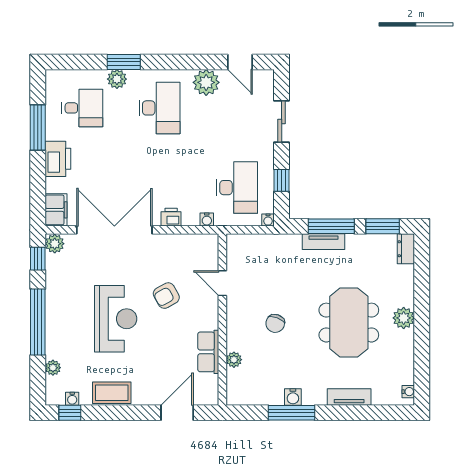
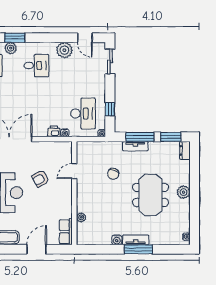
desk: (160, 108) -> (36, 66), width x0.73
sliding door: (282, 122) -> (110, 61), moved
printer: (171, 217) -> (54, 131), moved
door: (222, 283) -> (74, 171), hinge flipped
chair: (275, 323) -> (113, 174), moved
row of seats: (208, 352) -> (66, 232), moved
tv unit: (349, 397) -> (136, 240), moved
door: (177, 413) -> (37, 249), moved
window: (291, 413) -> (138, 249), moved

